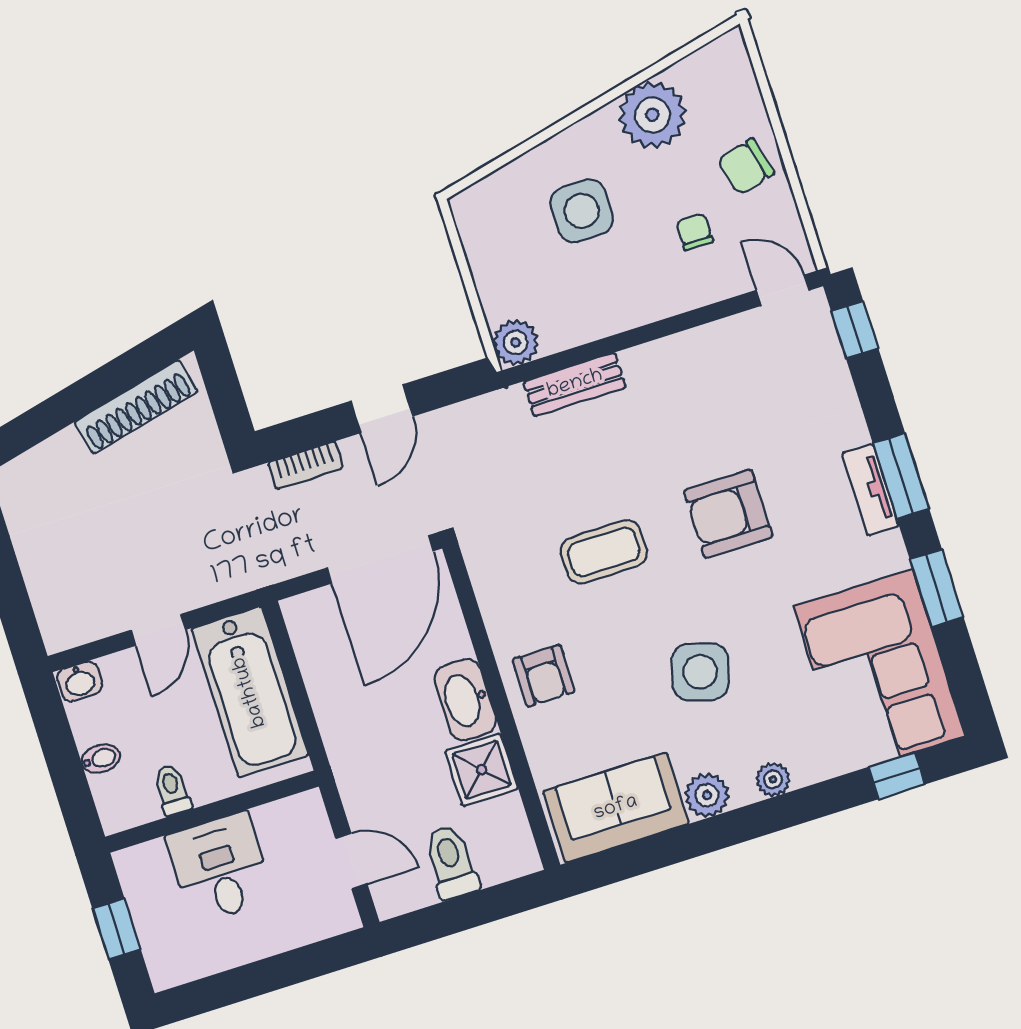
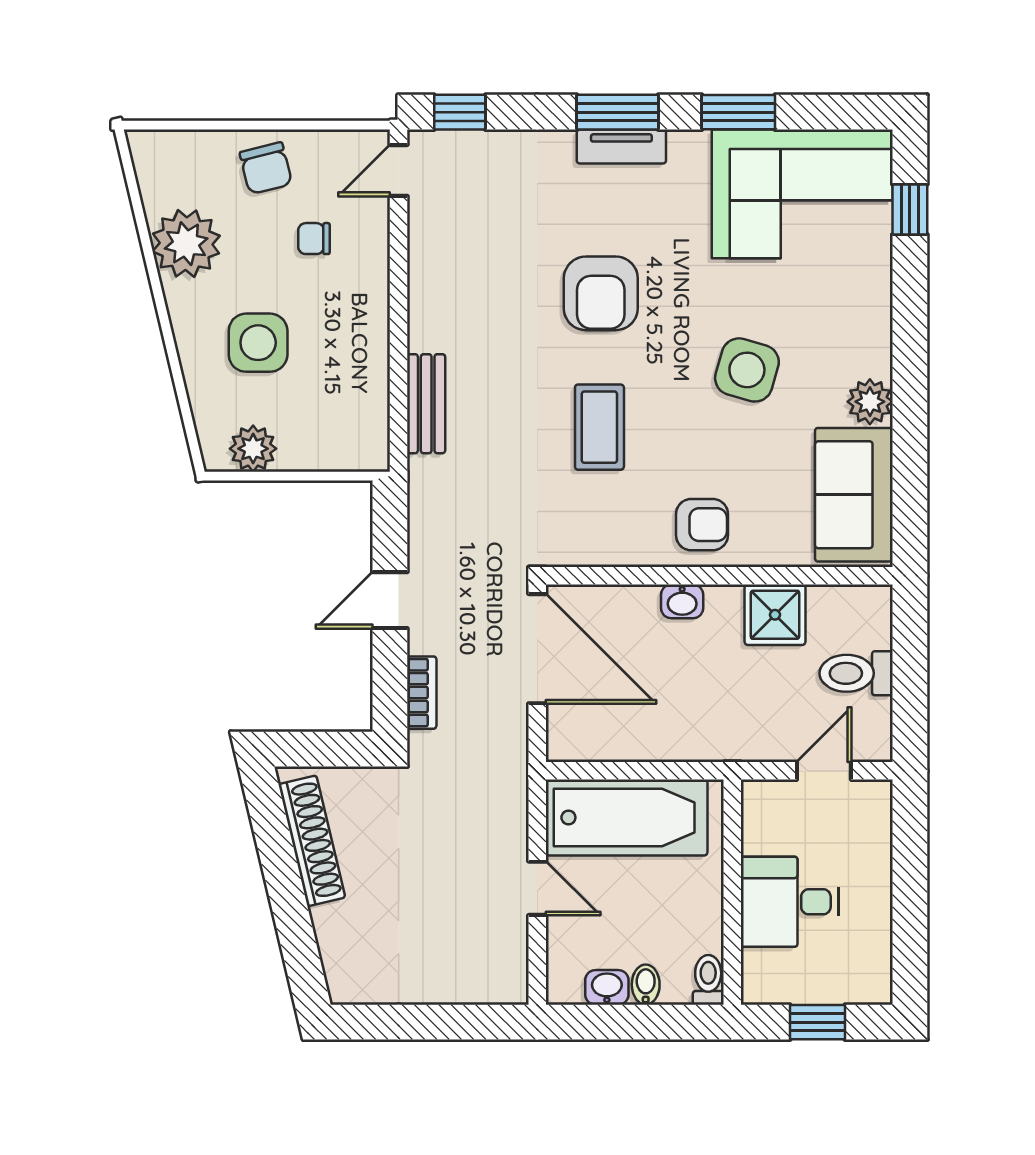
plant: (516, 342) -> (253, 449), moved
door: (382, 409) -> (390, 600), swing flipped
washbasin: (80, 681) -> (607, 987), moved, turned -90
washbasin: (465, 700) -> (682, 601), width x0.52, depth x0.69
plant: (773, 779) -> (875, 332), removed
toilet: (172, 790) -> (708, 980), moved, turned 90

